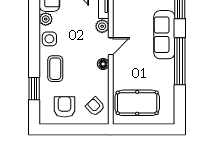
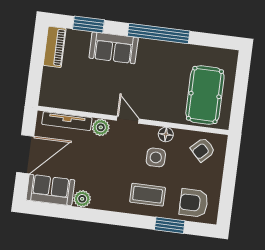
sofa: (164, 35) -> (114, 48), width x0.73
side table: (49, 39) -> (156, 157), moved
floor lamp: (103, 64) -> (166, 134), moved
armchair: (64, 107) -> (194, 203), moved

